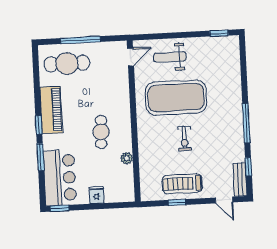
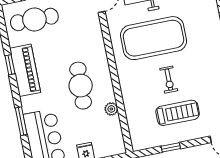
window: (39, 125) -> (10, 65), moved
cafe table: (101, 132) -> (81, 86), width x1.37, depth x1.35
treadmill: (182, 184) -> (178, 113), moved, turned 180

